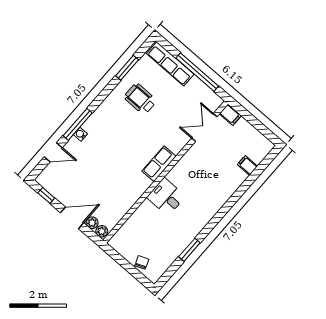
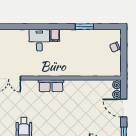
filing cabinet: (247, 165) -> (55, 35), moved
desk: (166, 197) -> (39, 40), moved, turned 180

